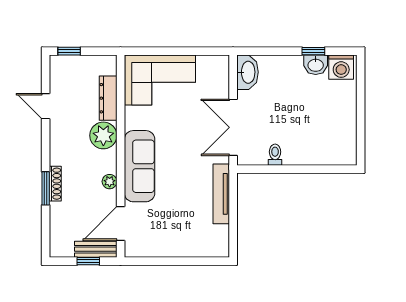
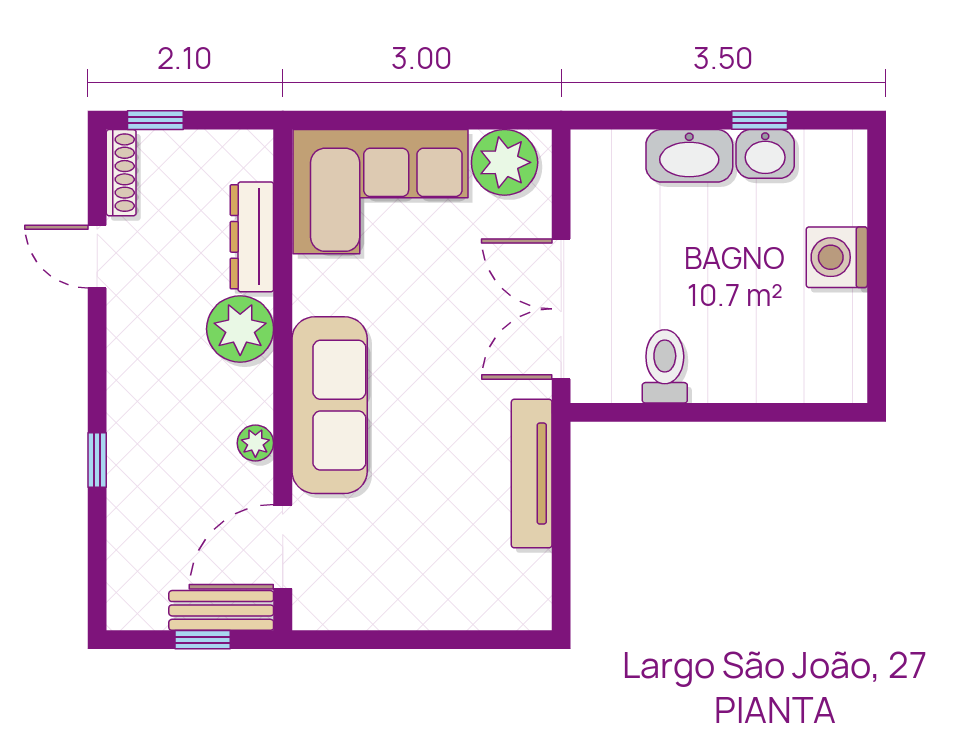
washing machine: (341, 67) -> (837, 257), moved, turned 90
plant: (210, 68) -> (505, 162), added
washbasin: (248, 72) -> (689, 156), moved, turned 90
toilet: (275, 155) -> (665, 366), width x1.37, depth x1.39
shoe rack: (55, 184) -> (121, 173), moved
window: (46, 188) -> (97, 460), width x0.67

